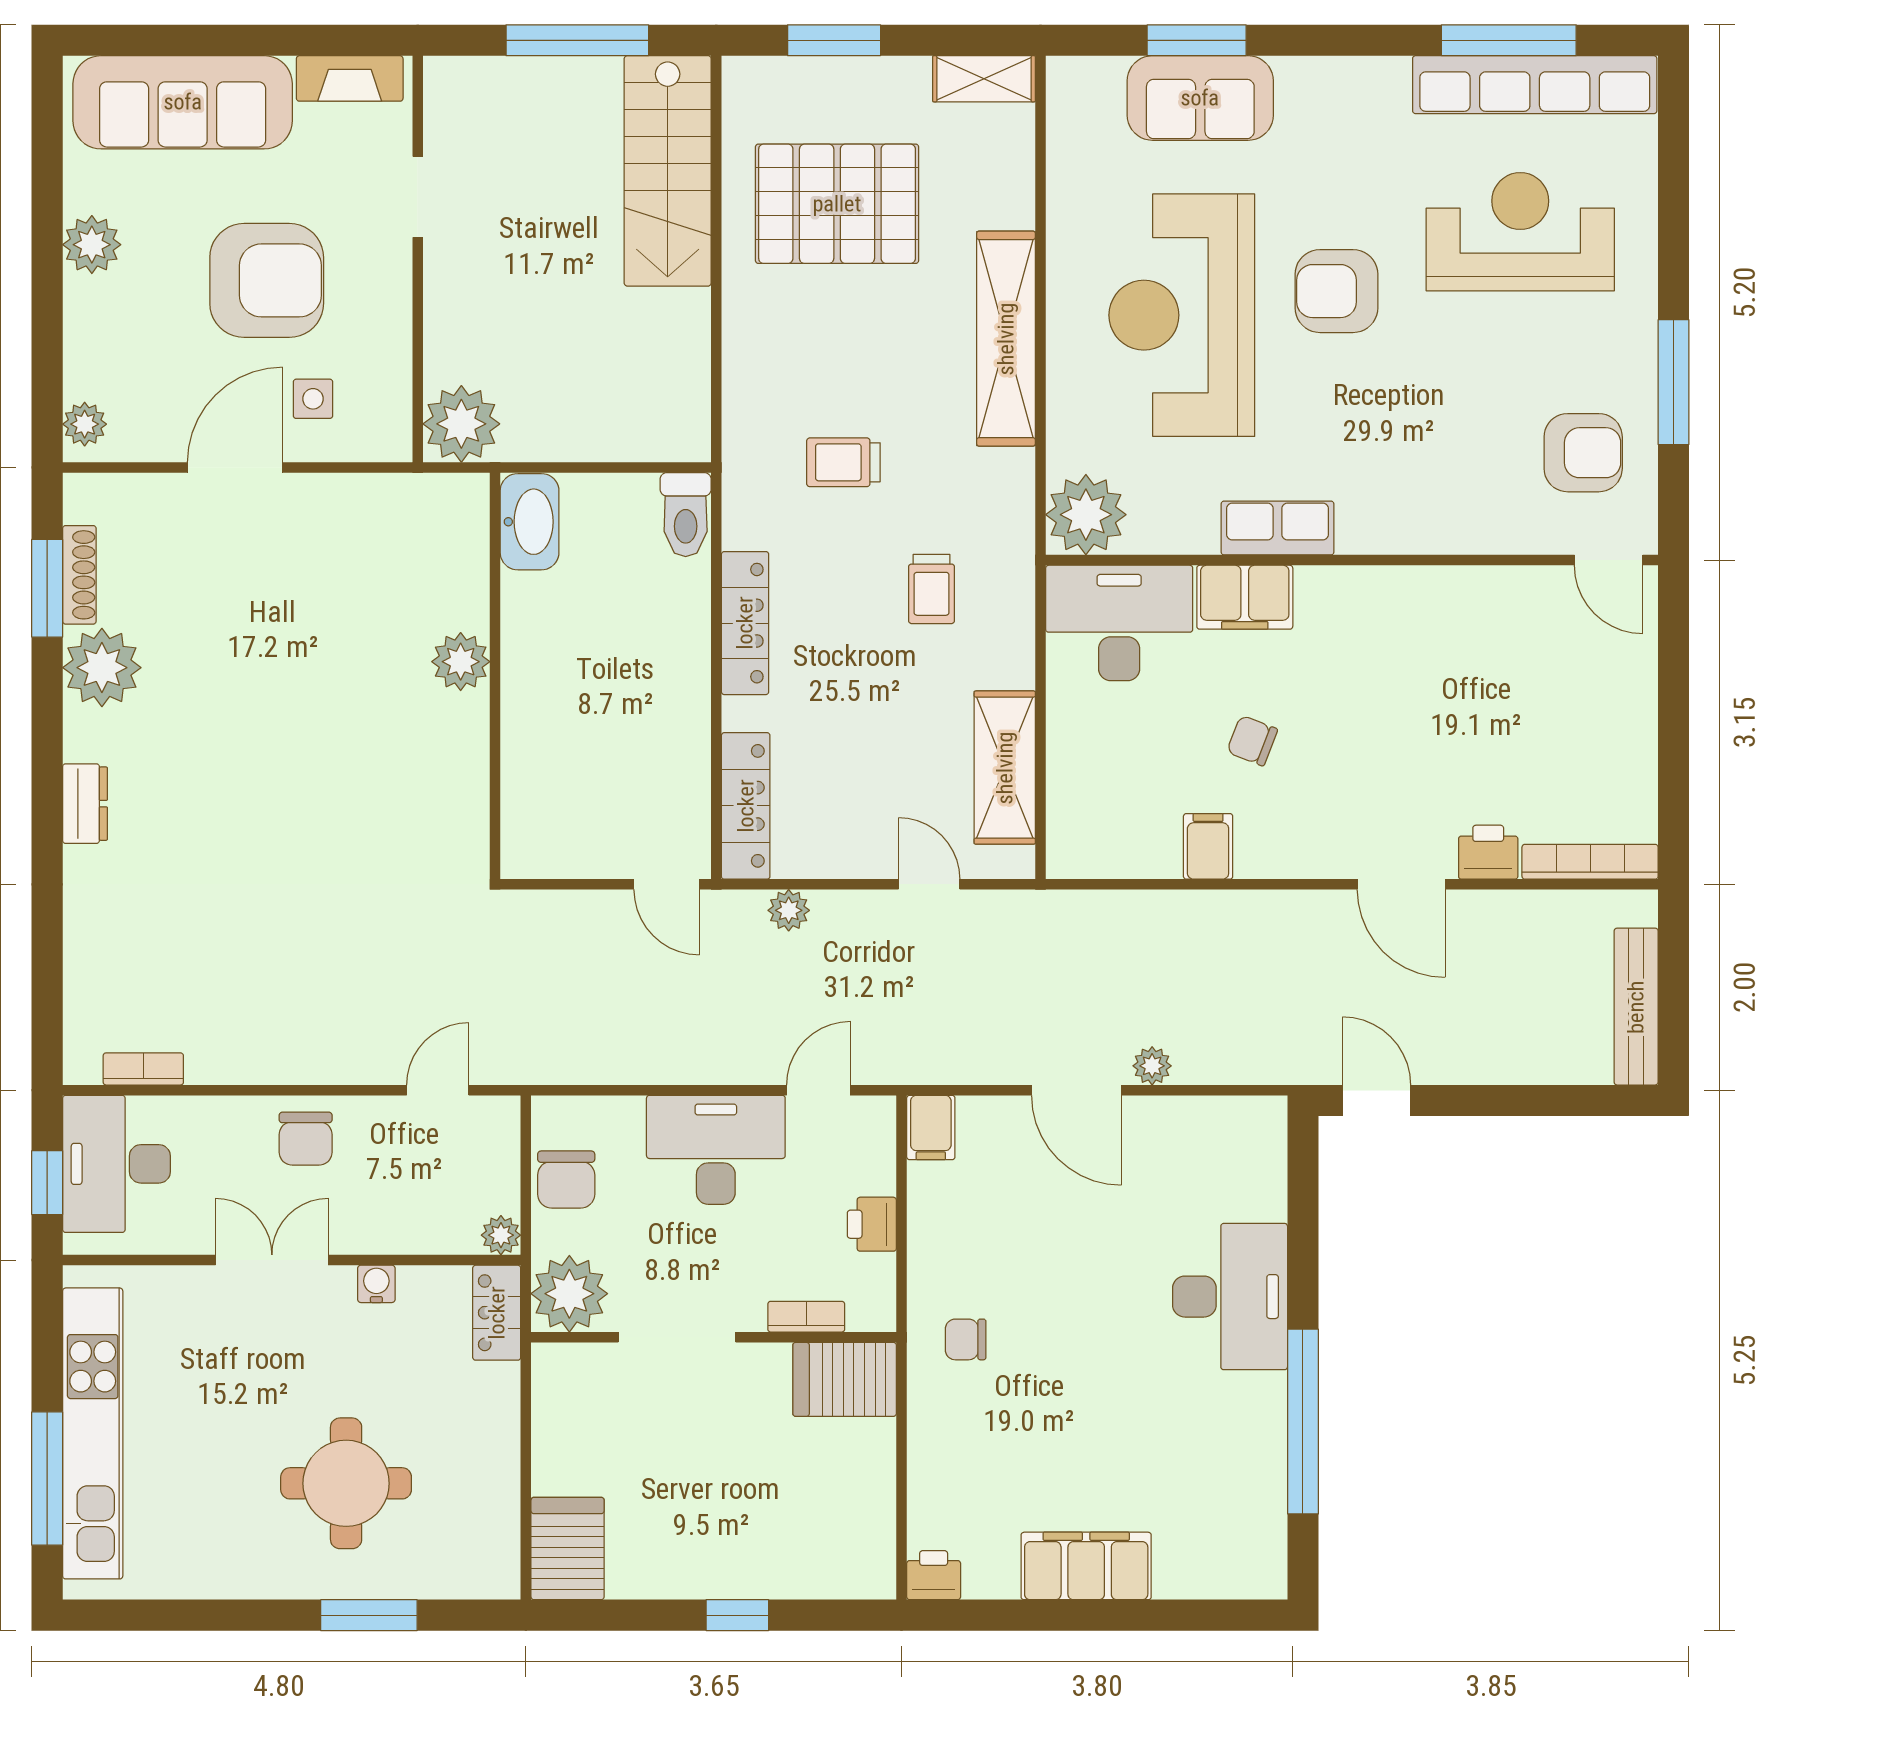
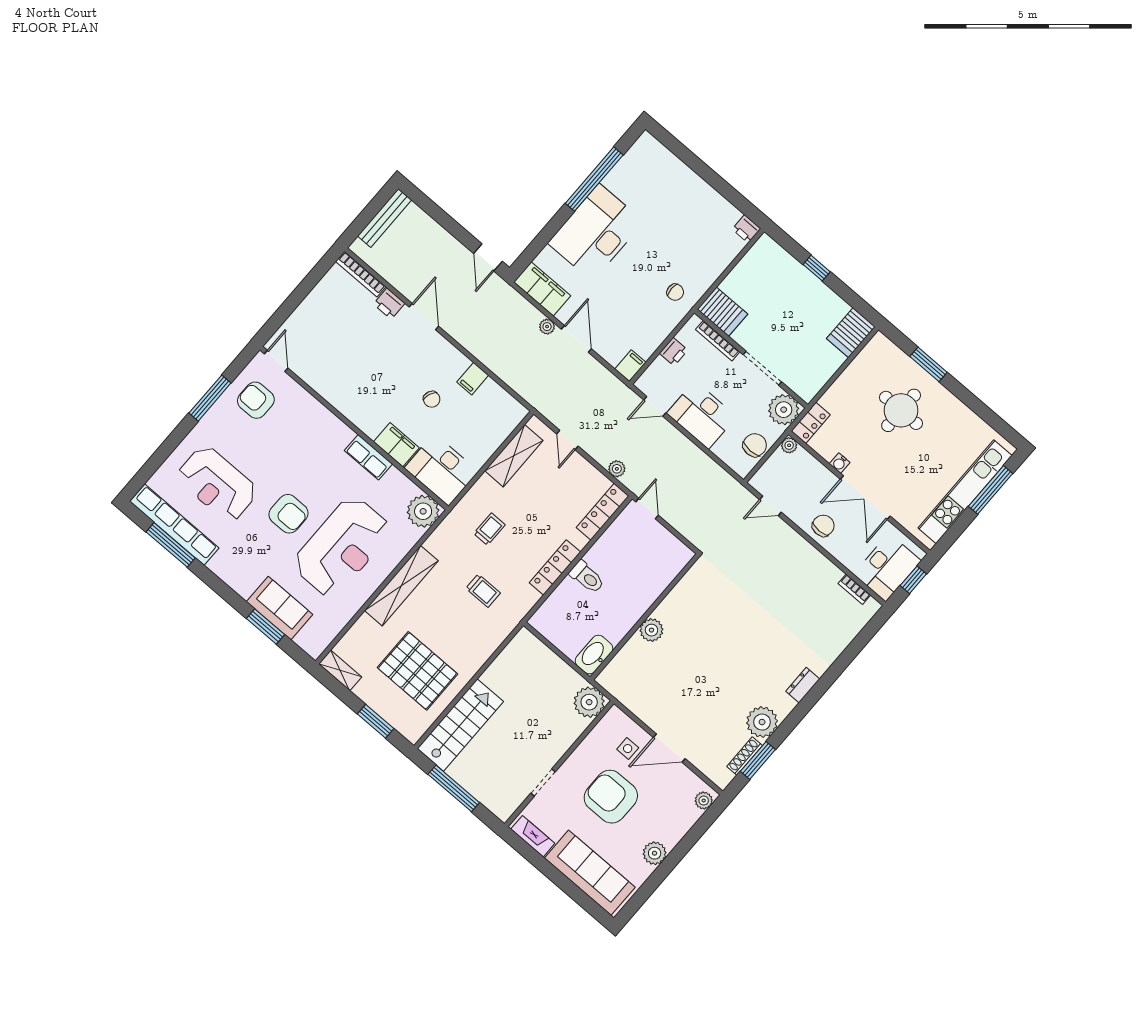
toilet: (686, 515) -> (587, 577), moved, turned 90
double door: (272, 1260) -> (865, 498), width x1.37
desk: (1230, 1297) -> (596, 233), width x1.36, depth x1.30
bookcase: (806, 1317) -> (718, 341), width x1.56
filing cabinet: (1086, 1566) -> (542, 289), moved, turned 180

